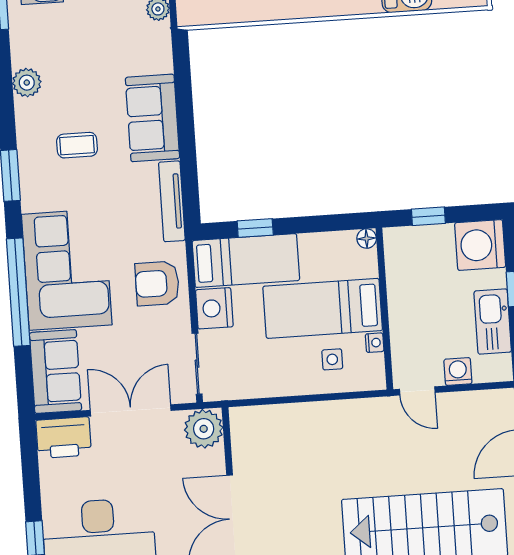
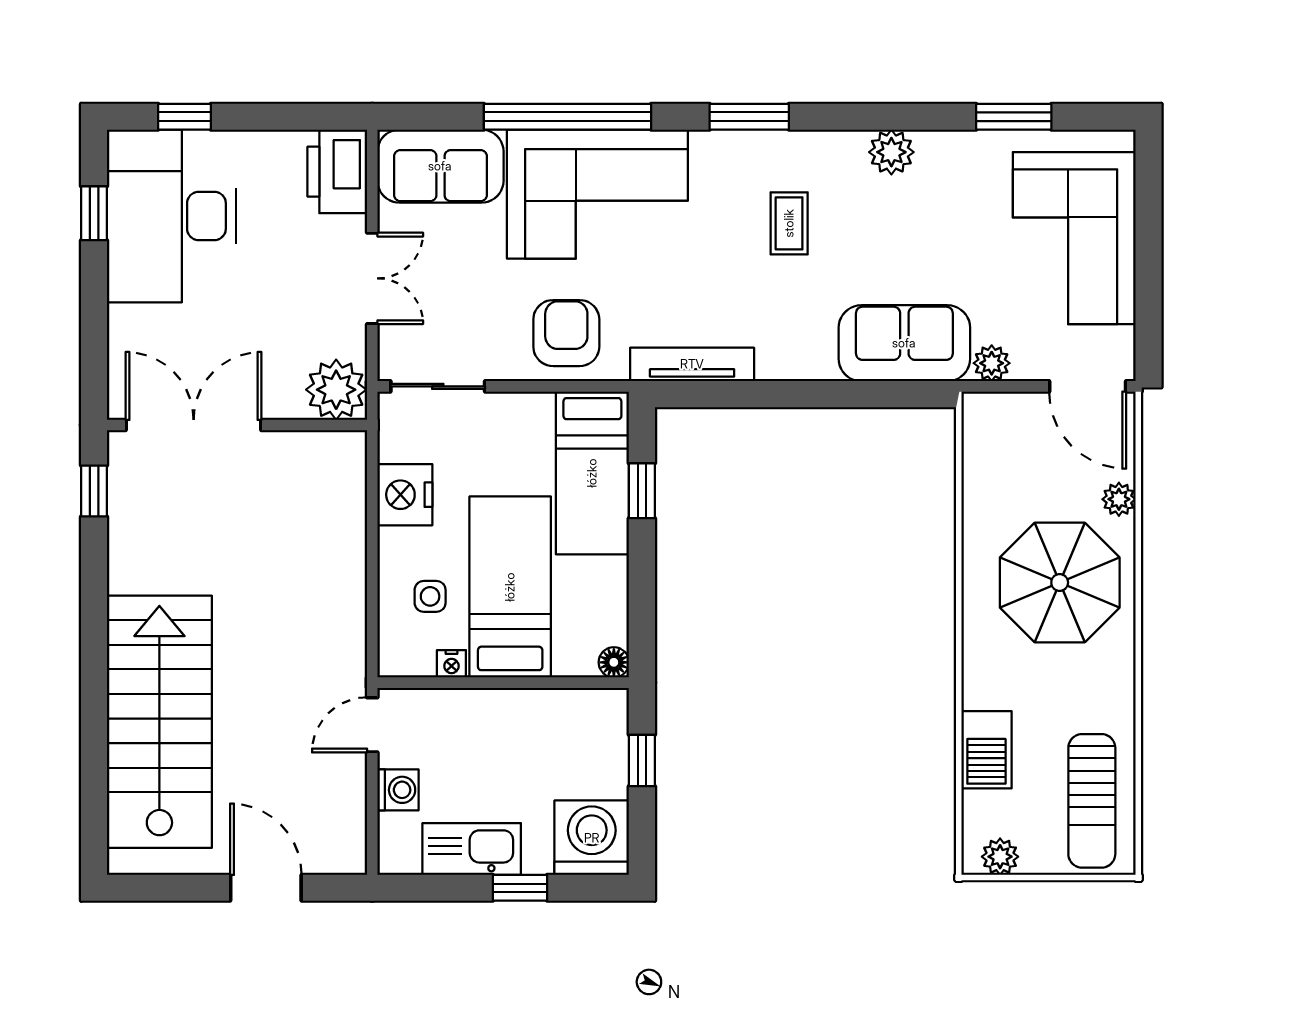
sofa: (152, 118) -> (904, 343), moved
nightstand: (214, 308) -> (405, 495), moved, turned -90
double door: (131, 410) -> (372, 278), width x0.73

